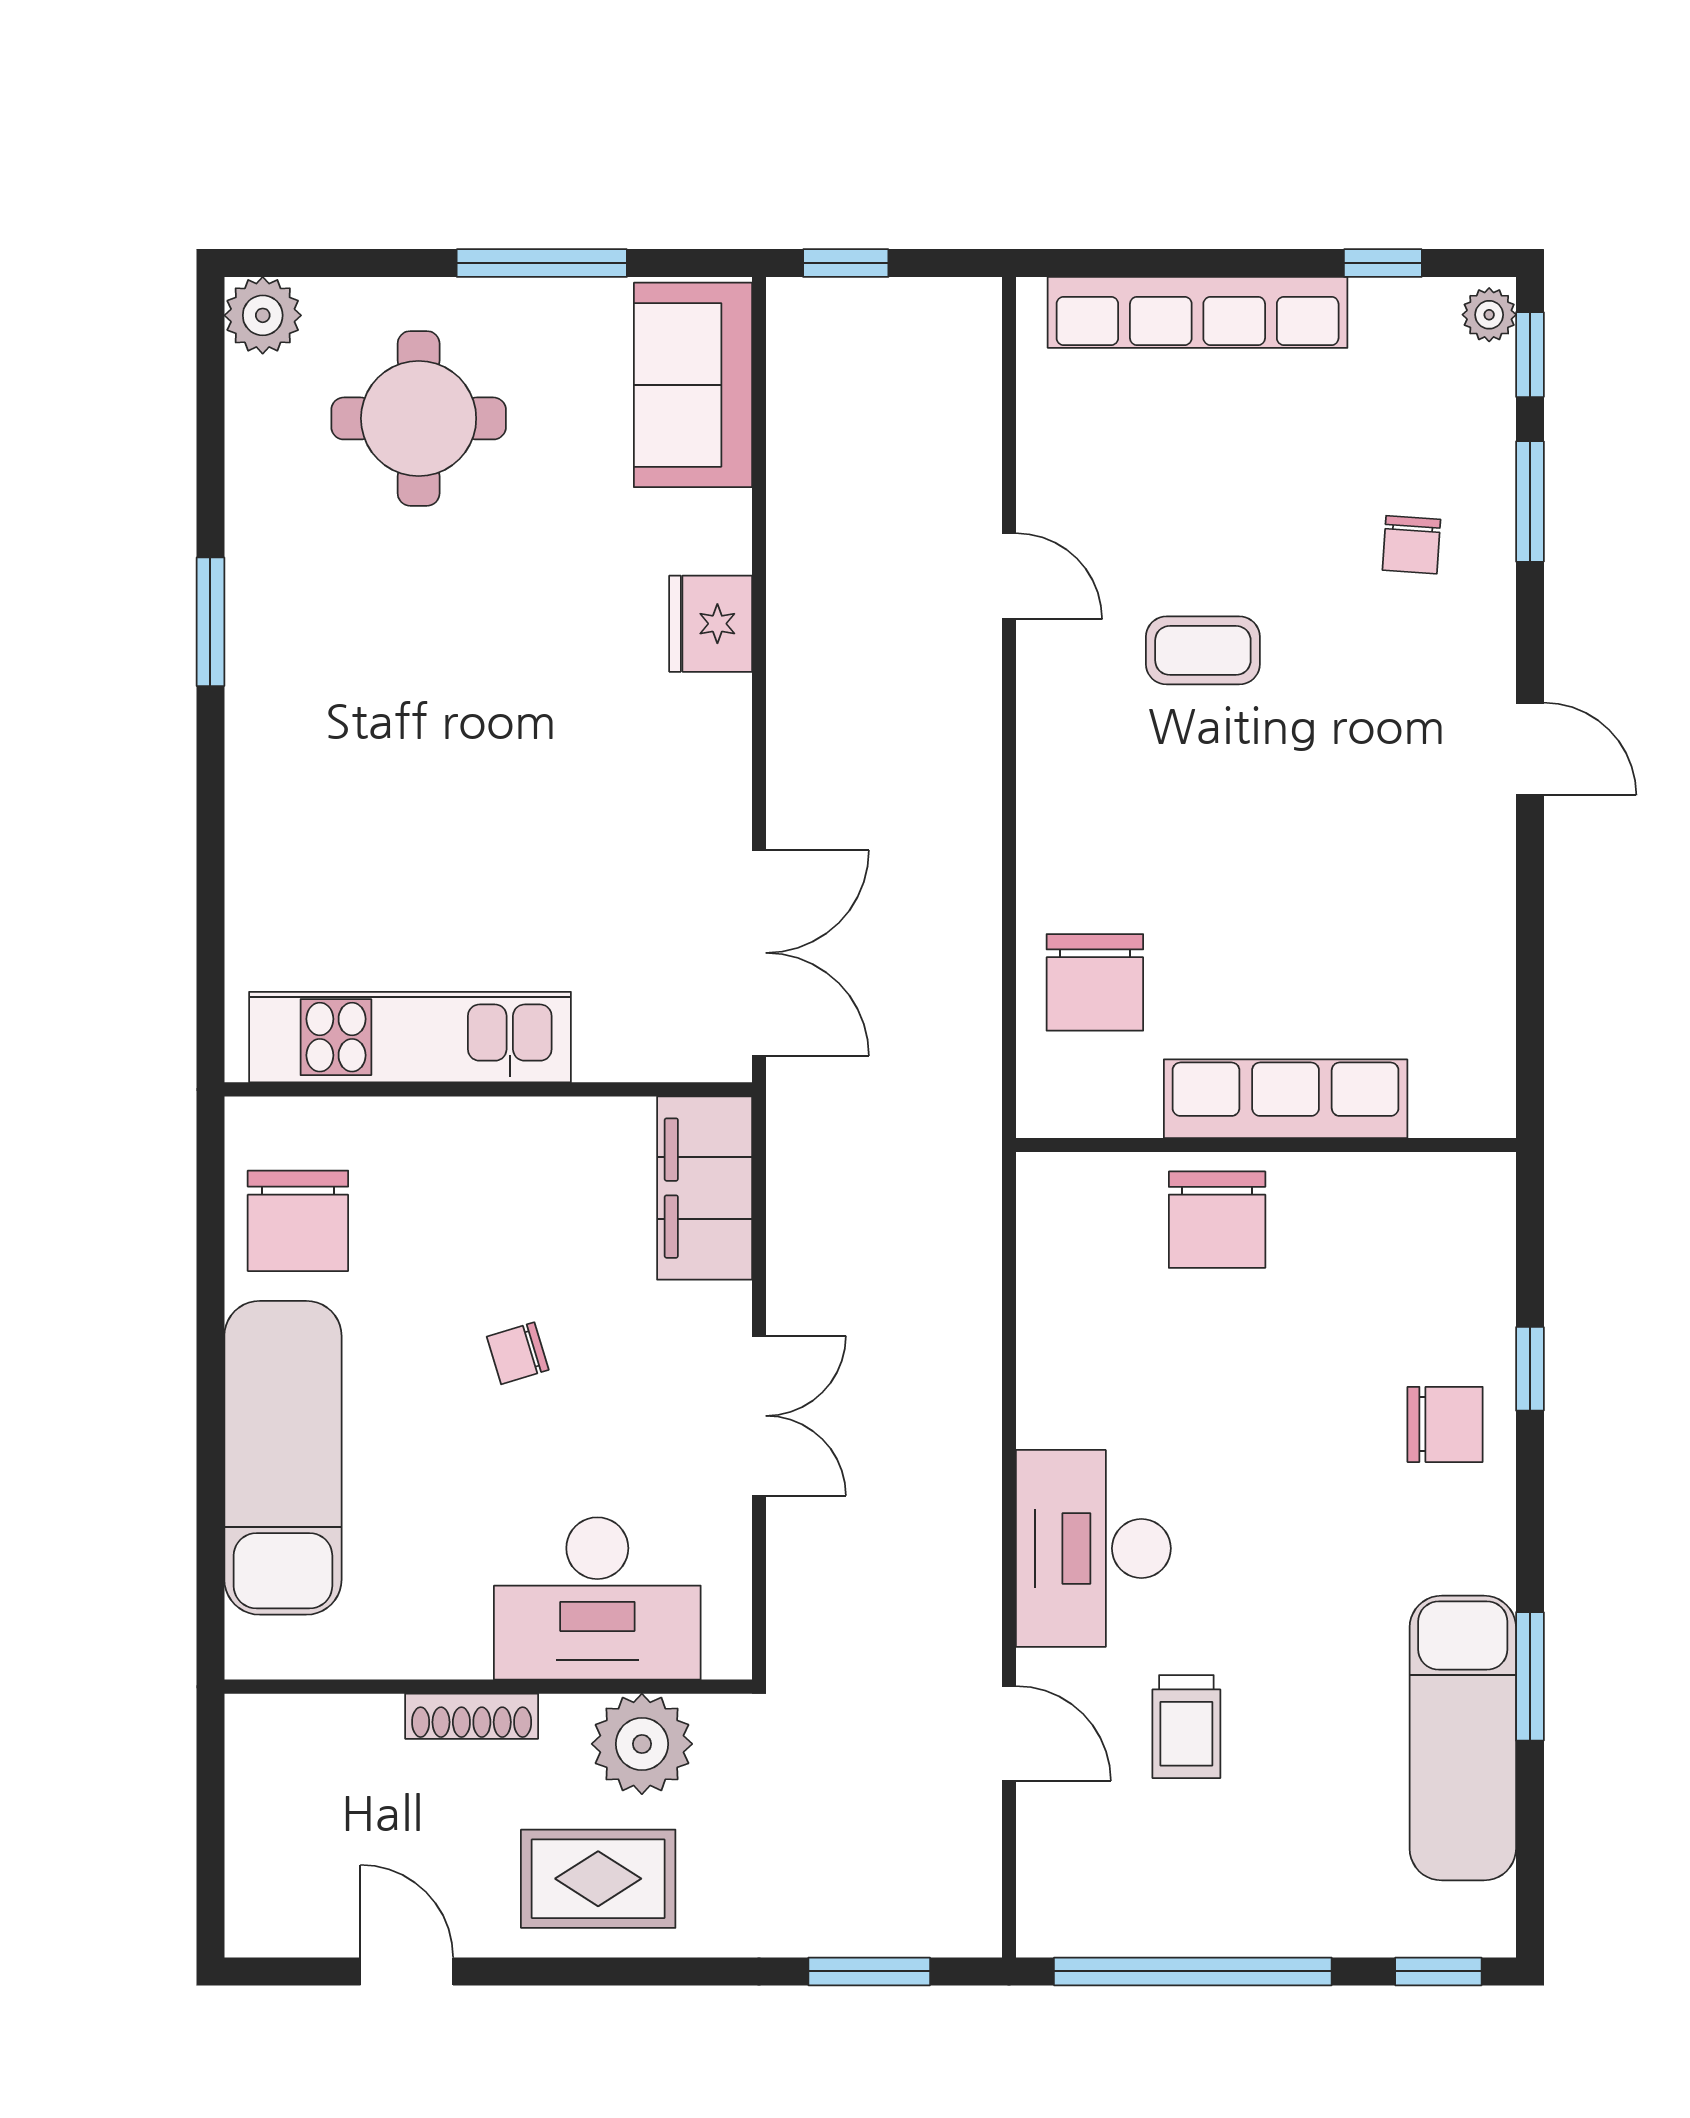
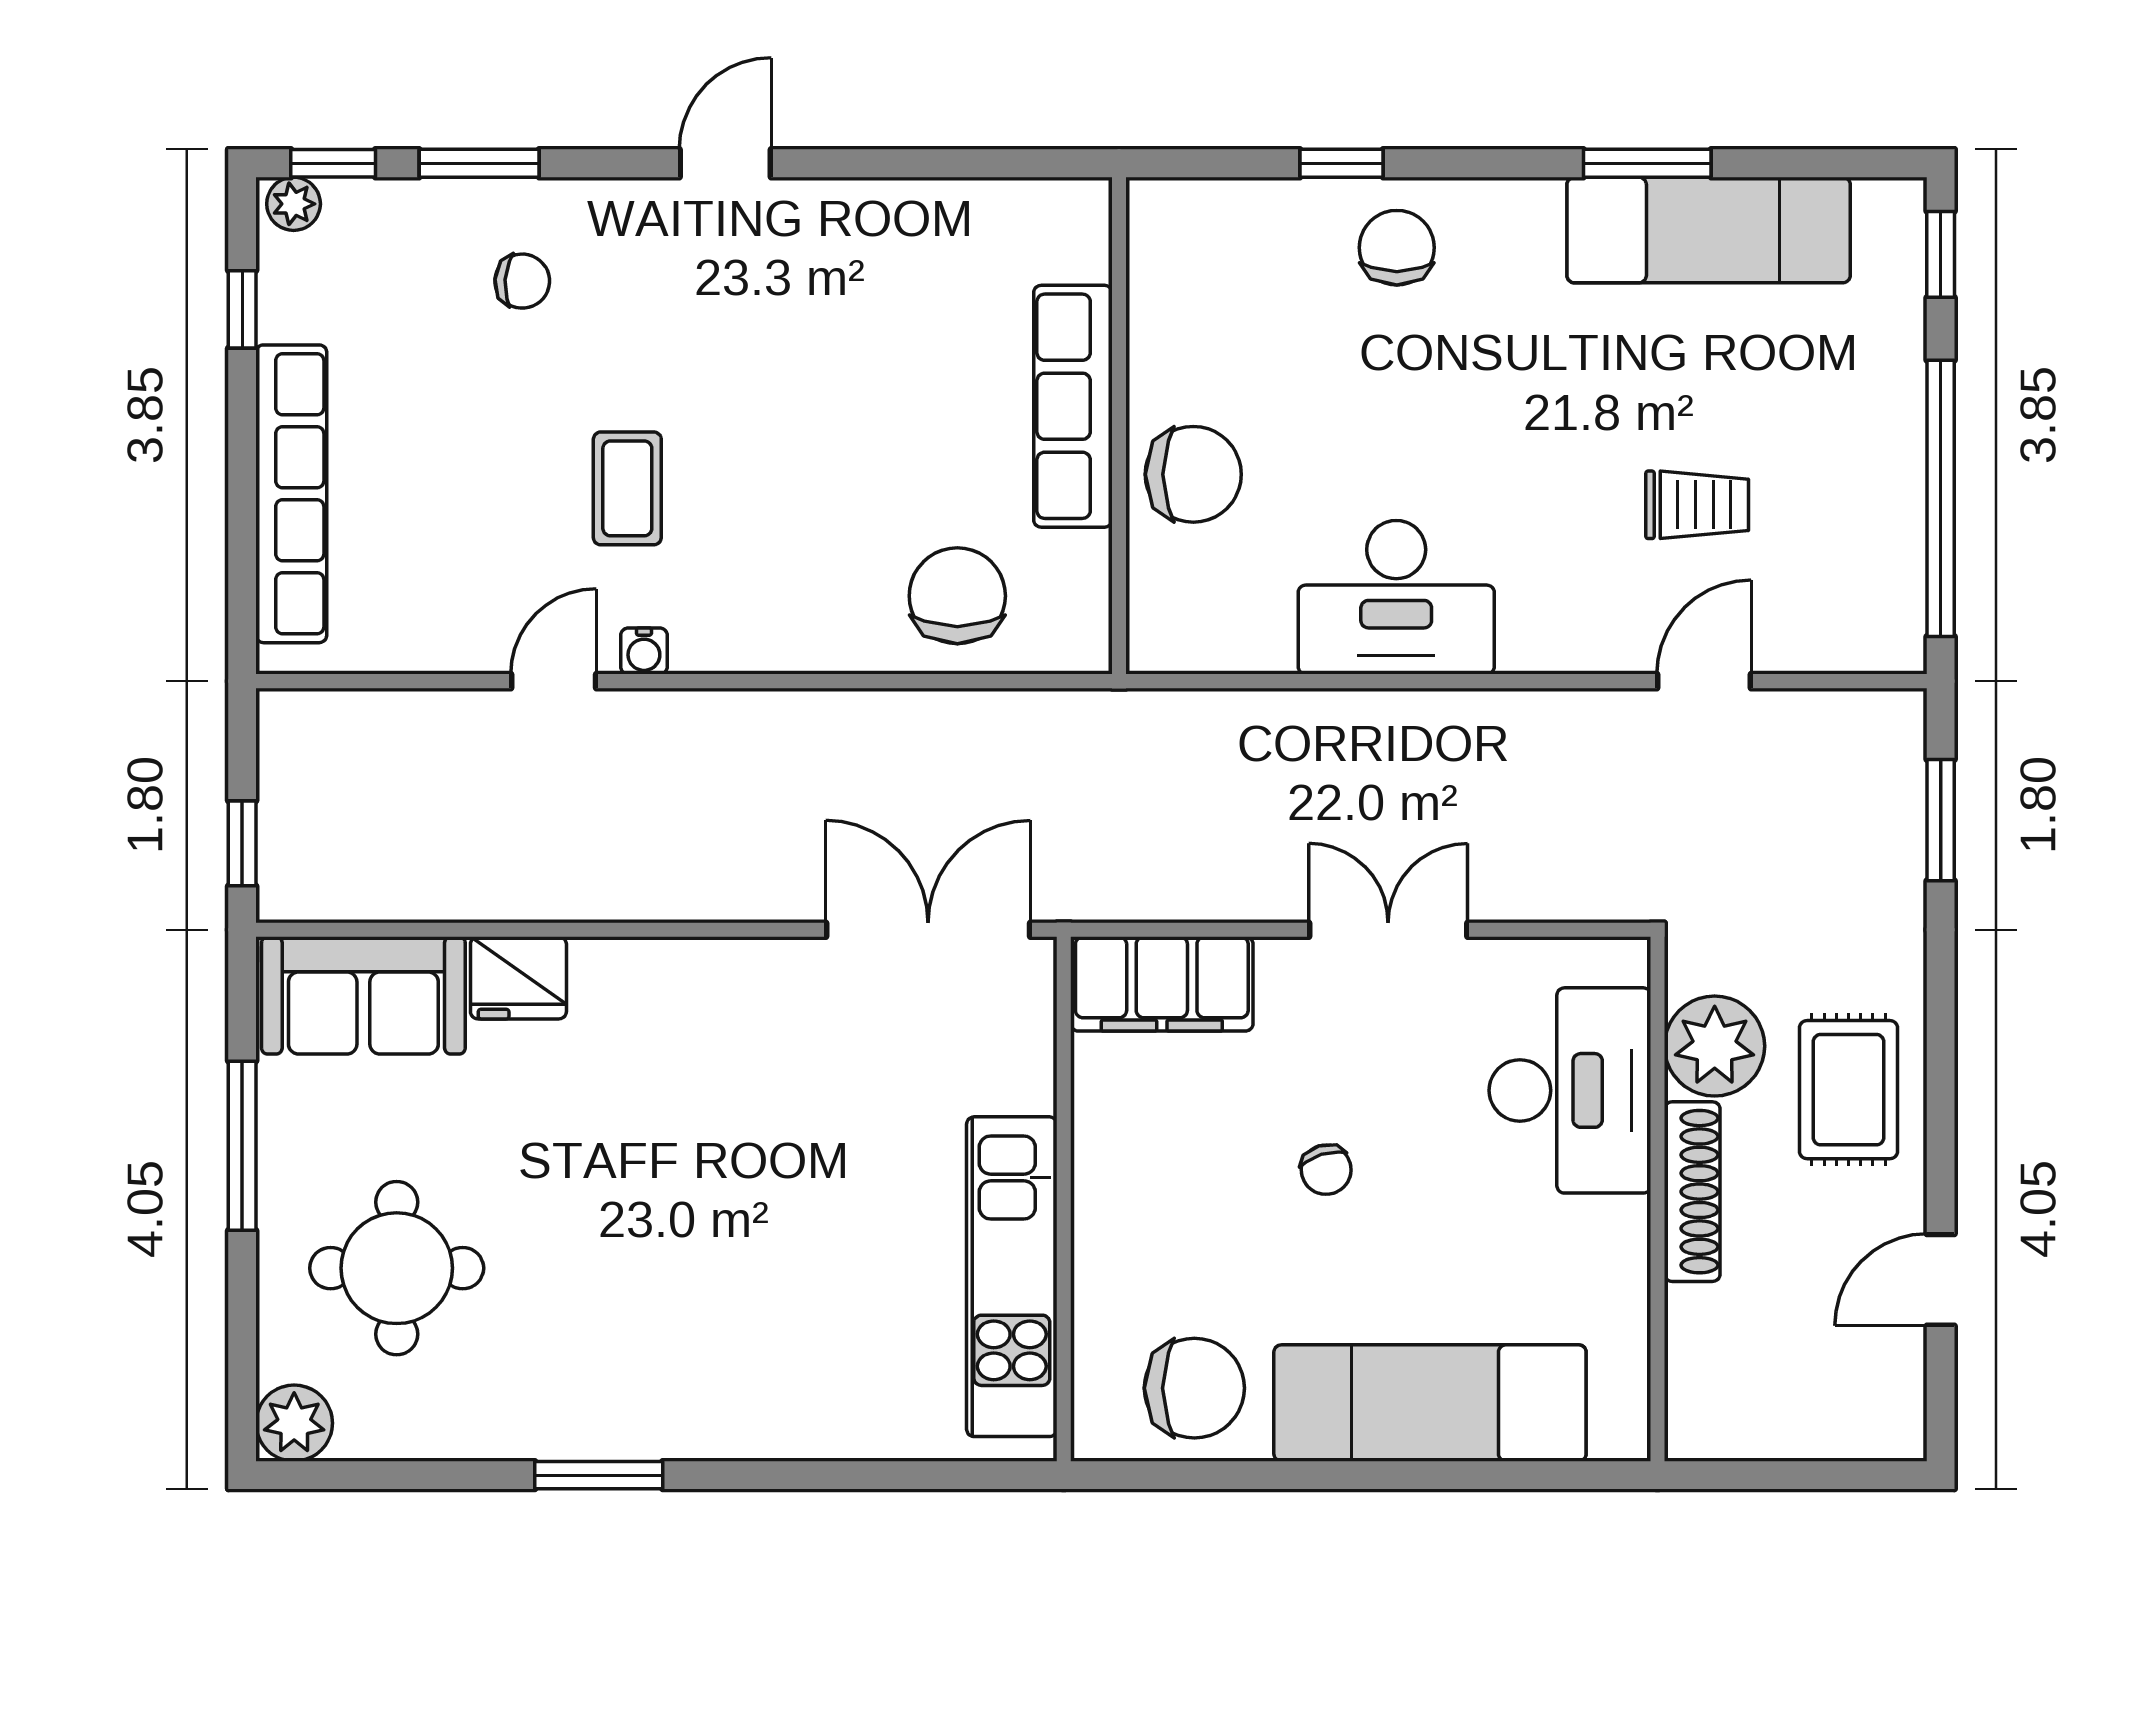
fridge: (711, 624) -> (518, 978), moved
water cooler: (1039, 667) -> (644, 651), added
chair: (1095, 982) -> (957, 596), turned -90
desk: (1093, 1548) -> (1396, 597), moved
shoe rack: (472, 1716) -> (1692, 1192), width x1.36, depth x1.24

